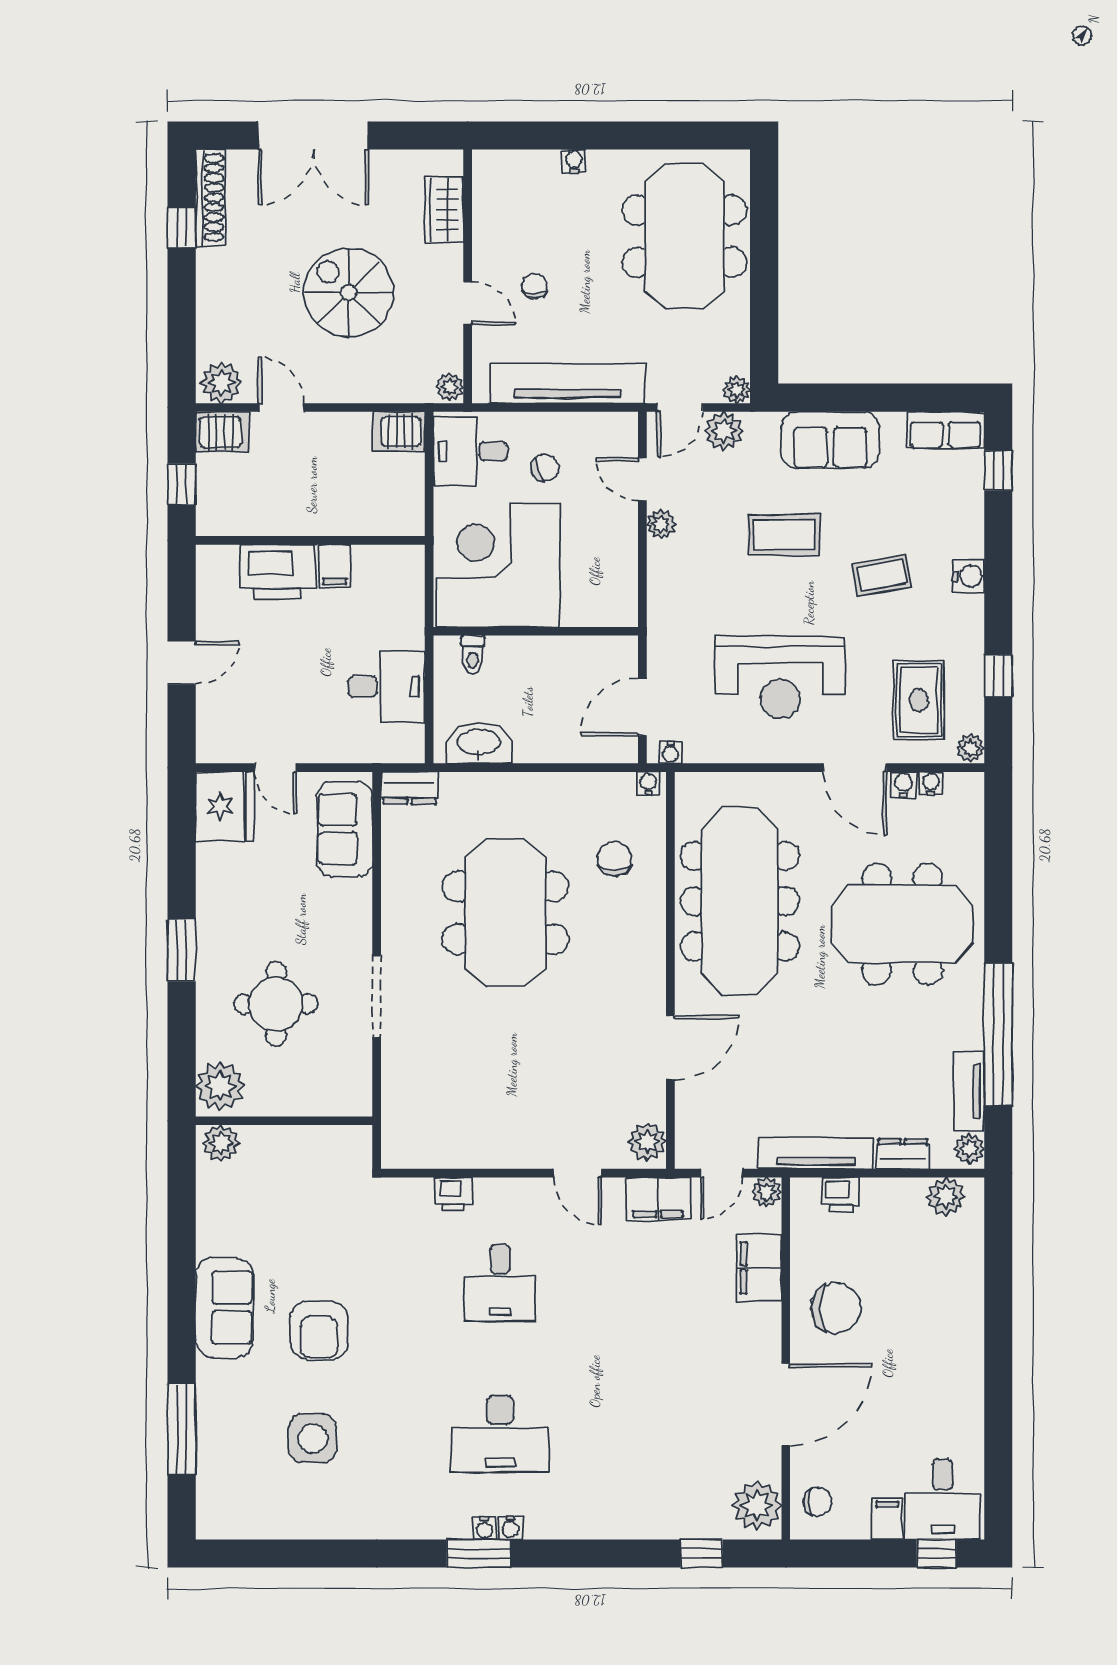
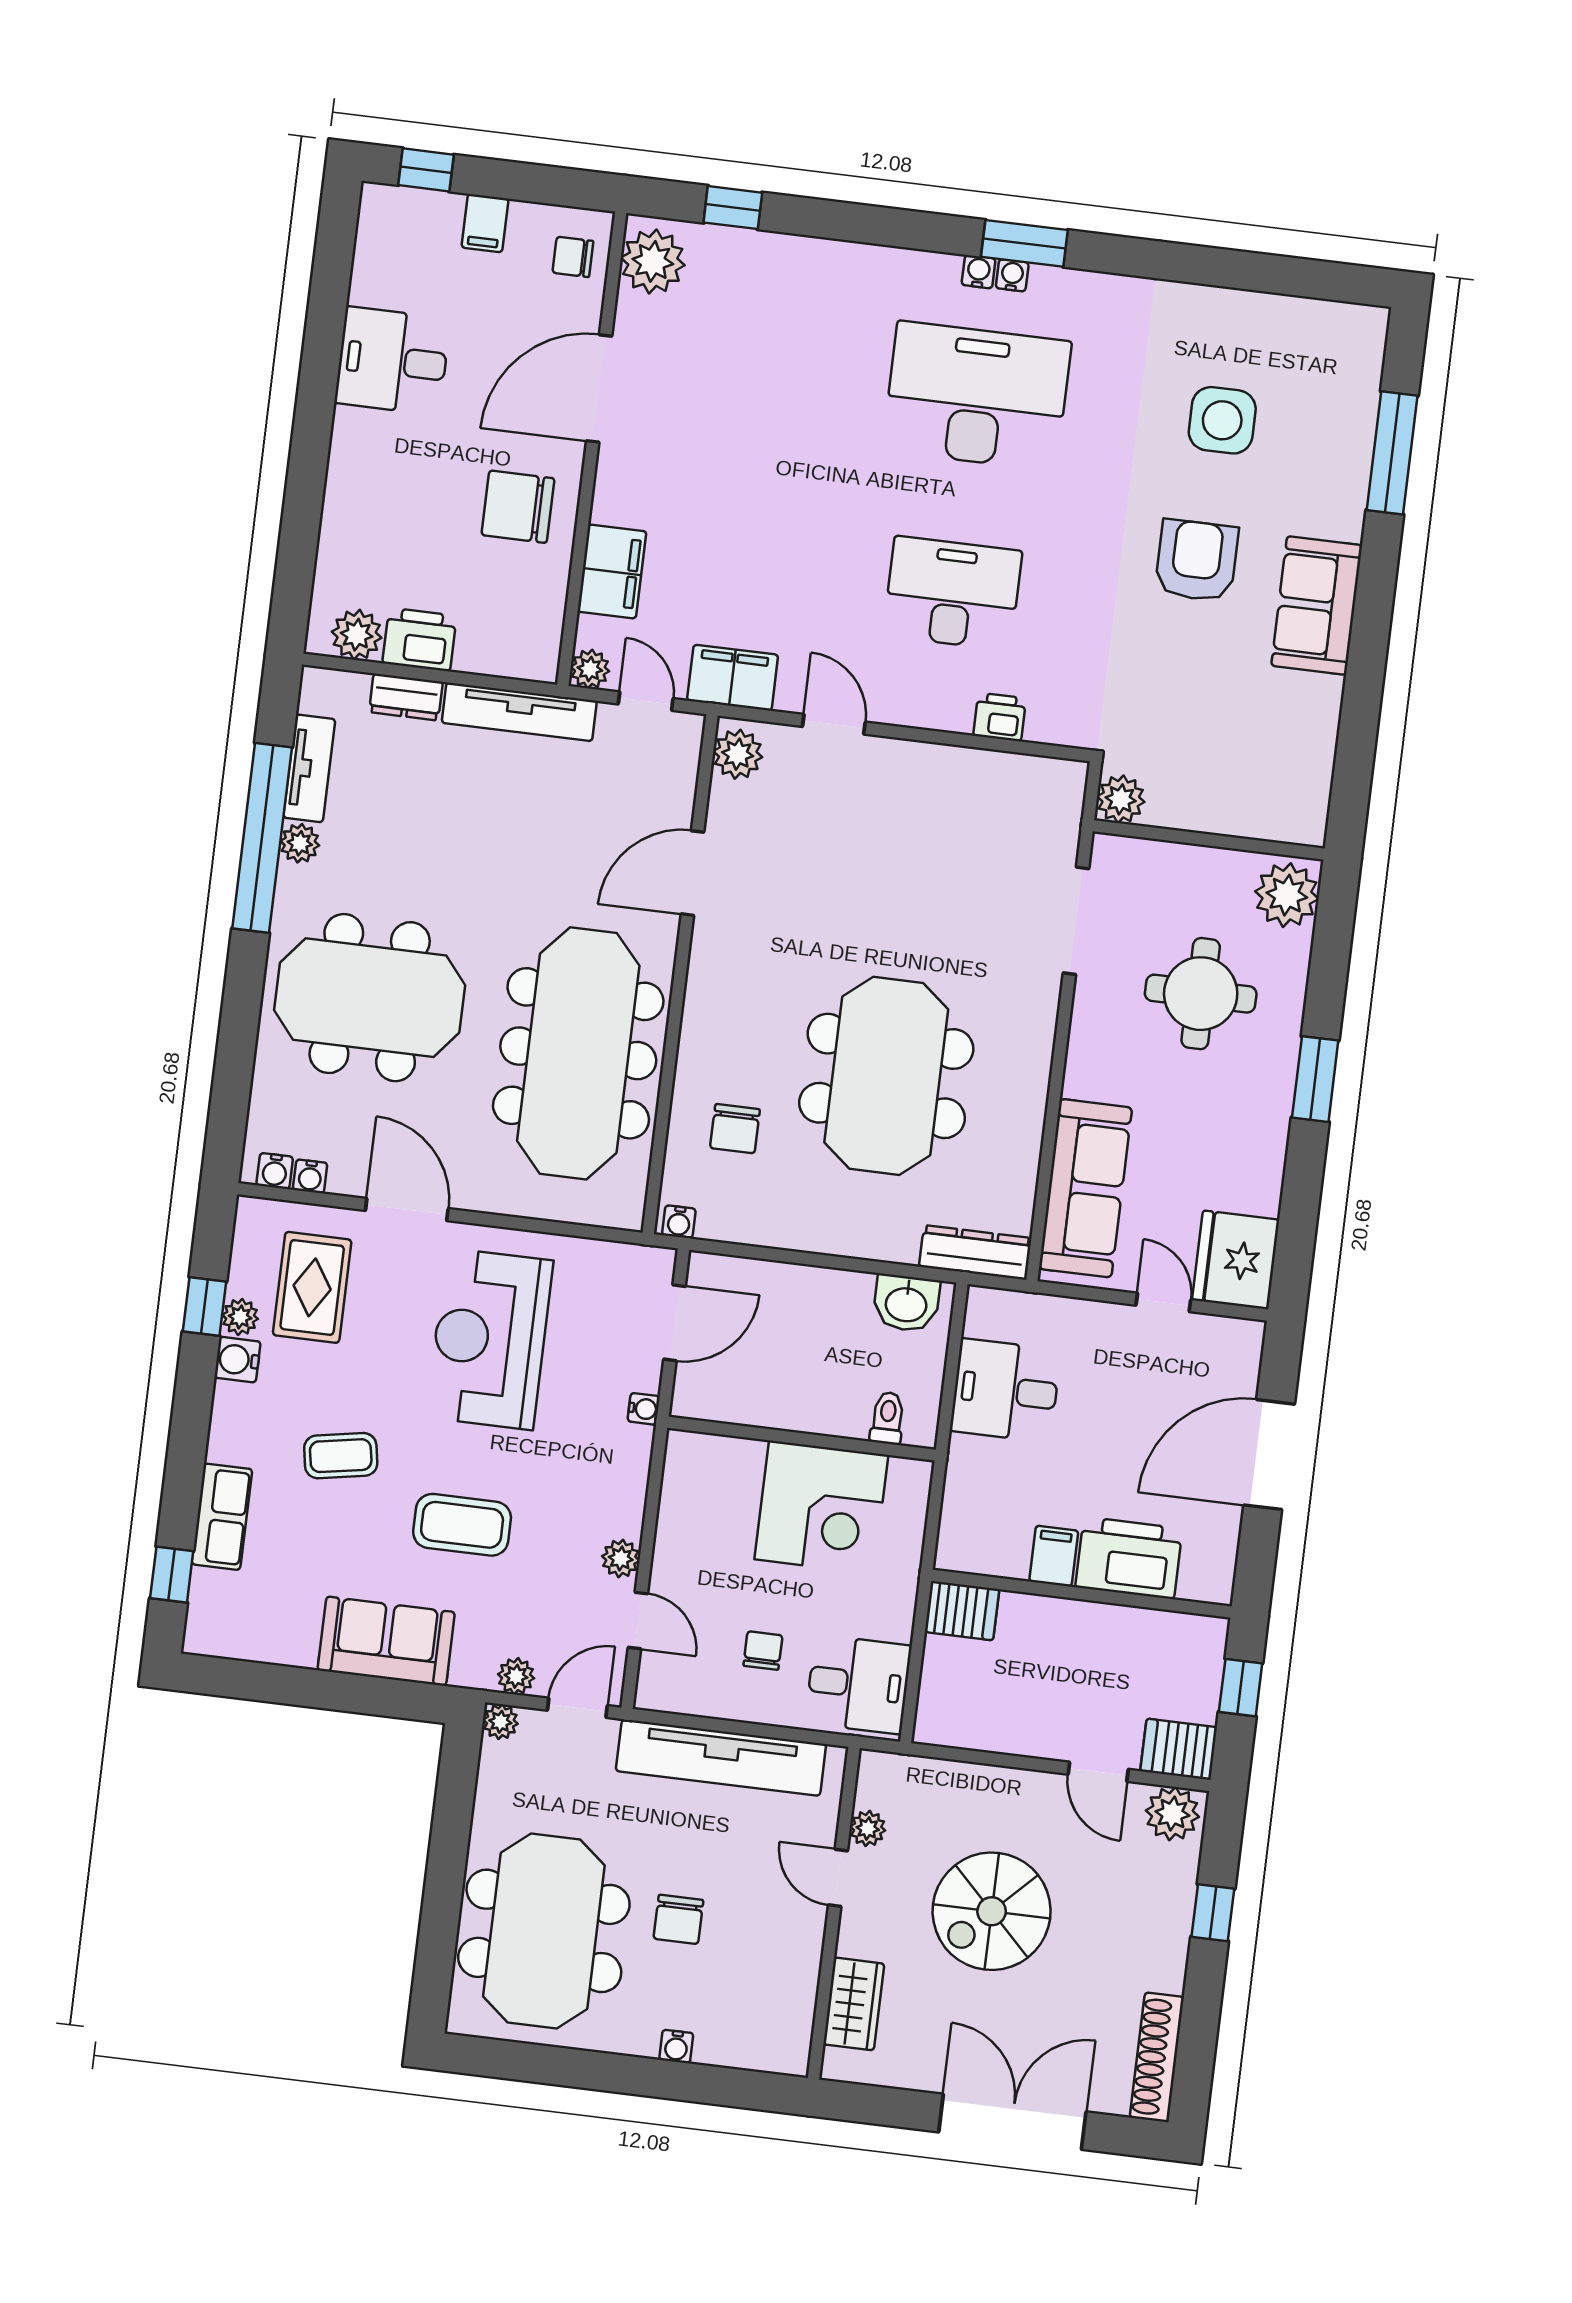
window: (182, 227) -> (1213, 1913), moved
chair: (534, 286) -> (678, 1919), moved, width x1.37, depth x1.37
spiral stairs: (349, 292) -> (992, 1911), turned 90
plant: (450, 387) -> (868, 1828), moved
row of seats: (946, 430) -> (222, 1517), moved, turned 90
server rack: (399, 431) -> (962, 1611), moved
plant: (724, 431) -> (516, 1676), width x0.73, depth x0.73
chair: (545, 468) -> (763, 1651), turned 108
corner desk: (498, 565) -> (821, 1507), width x0.74, depth x0.74
water cooler: (968, 576) -> (238, 1360), moved
door: (182, 663) -> (1269, 1455), width x1.87
reception desk: (780, 678) -> (490, 1339), turned -90
washbasin: (479, 743) -> (906, 1303), width x0.72
plant: (970, 748) -> (240, 1317), moved
water cooler: (670, 752) -> (644, 1409), moved, turned 90
water cooler: (904, 784) -> (275, 1171), moved
dresser: (409, 788) -> (975, 1252), width x1.44
sofa: (345, 829) -> (1086, 1188), width x1.36
doorway: (377, 997) -> (1076, 921), moved
plant: (221, 1143) -> (1121, 799), moved
plant: (969, 1149) -> (300, 843), moved
door: (722, 1173) -> (646, 701), hinge flipped
printer: (841, 1195) -> (419, 639), moved, width x1.36, depth x1.24
desk: (500, 1283) -> (953, 593), width x1.37
desk: (500, 1434) -> (977, 396), width x1.36, depth x1.30
desk: (943, 1499) -> (392, 361), moved, turned -90

